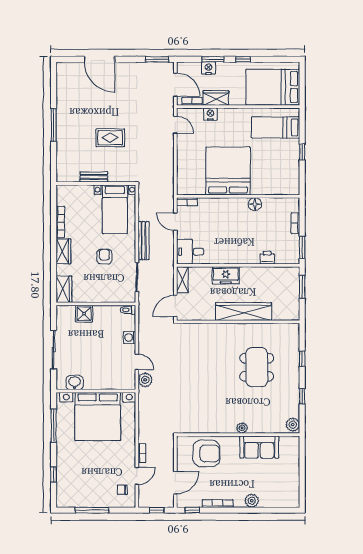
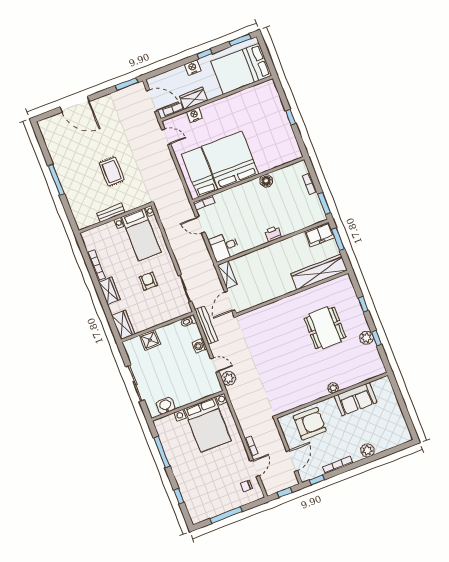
window: (213, 59) -> (240, 40), moved
nightstand: (208, 68) -> (193, 68), moved
bed: (276, 128) -> (200, 172), moved, turned 90
rug: (110, 138) -> (112, 172), turned 90
bench: (144, 241) -> (206, 325), moved
printer: (267, 258) -> (273, 234), moved
freezer: (226, 275) -> (320, 234), moved
wardrobe: (244, 312) -> (319, 272), moved
bed with nightstands: (98, 416) -> (208, 425), width x0.73
plant: (293, 425) -> (366, 338), moved

